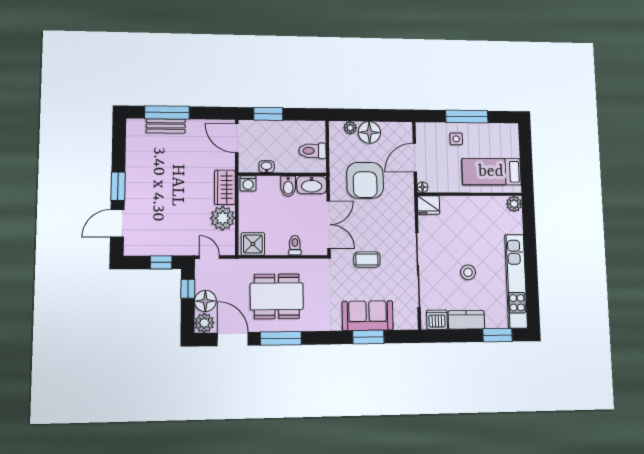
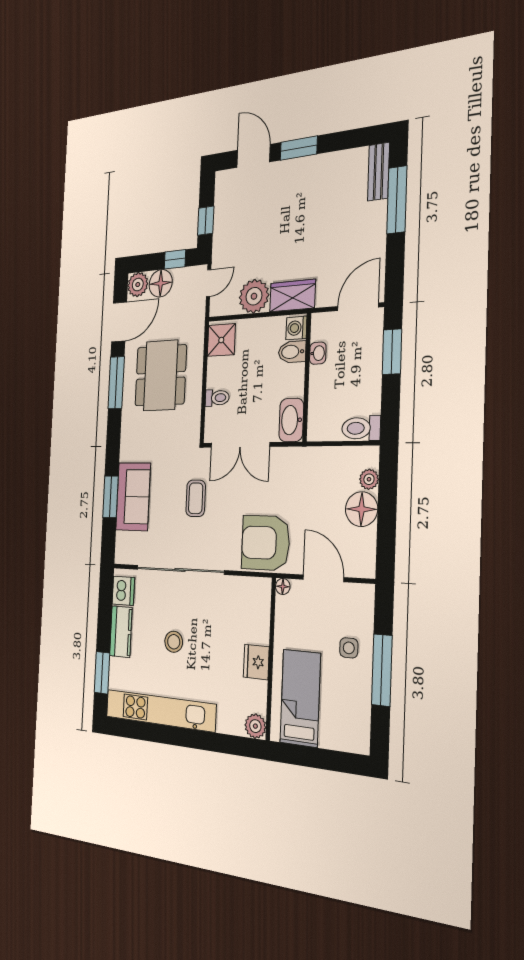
bench: (166, 126) -> (378, 172), moved
toilet: (312, 151) -> (361, 428), moved, turned -90
armchair: (365, 180) -> (265, 543), moved
bidet: (288, 186) -> (292, 352), moved
fridge: (429, 205) -> (256, 662), moved

